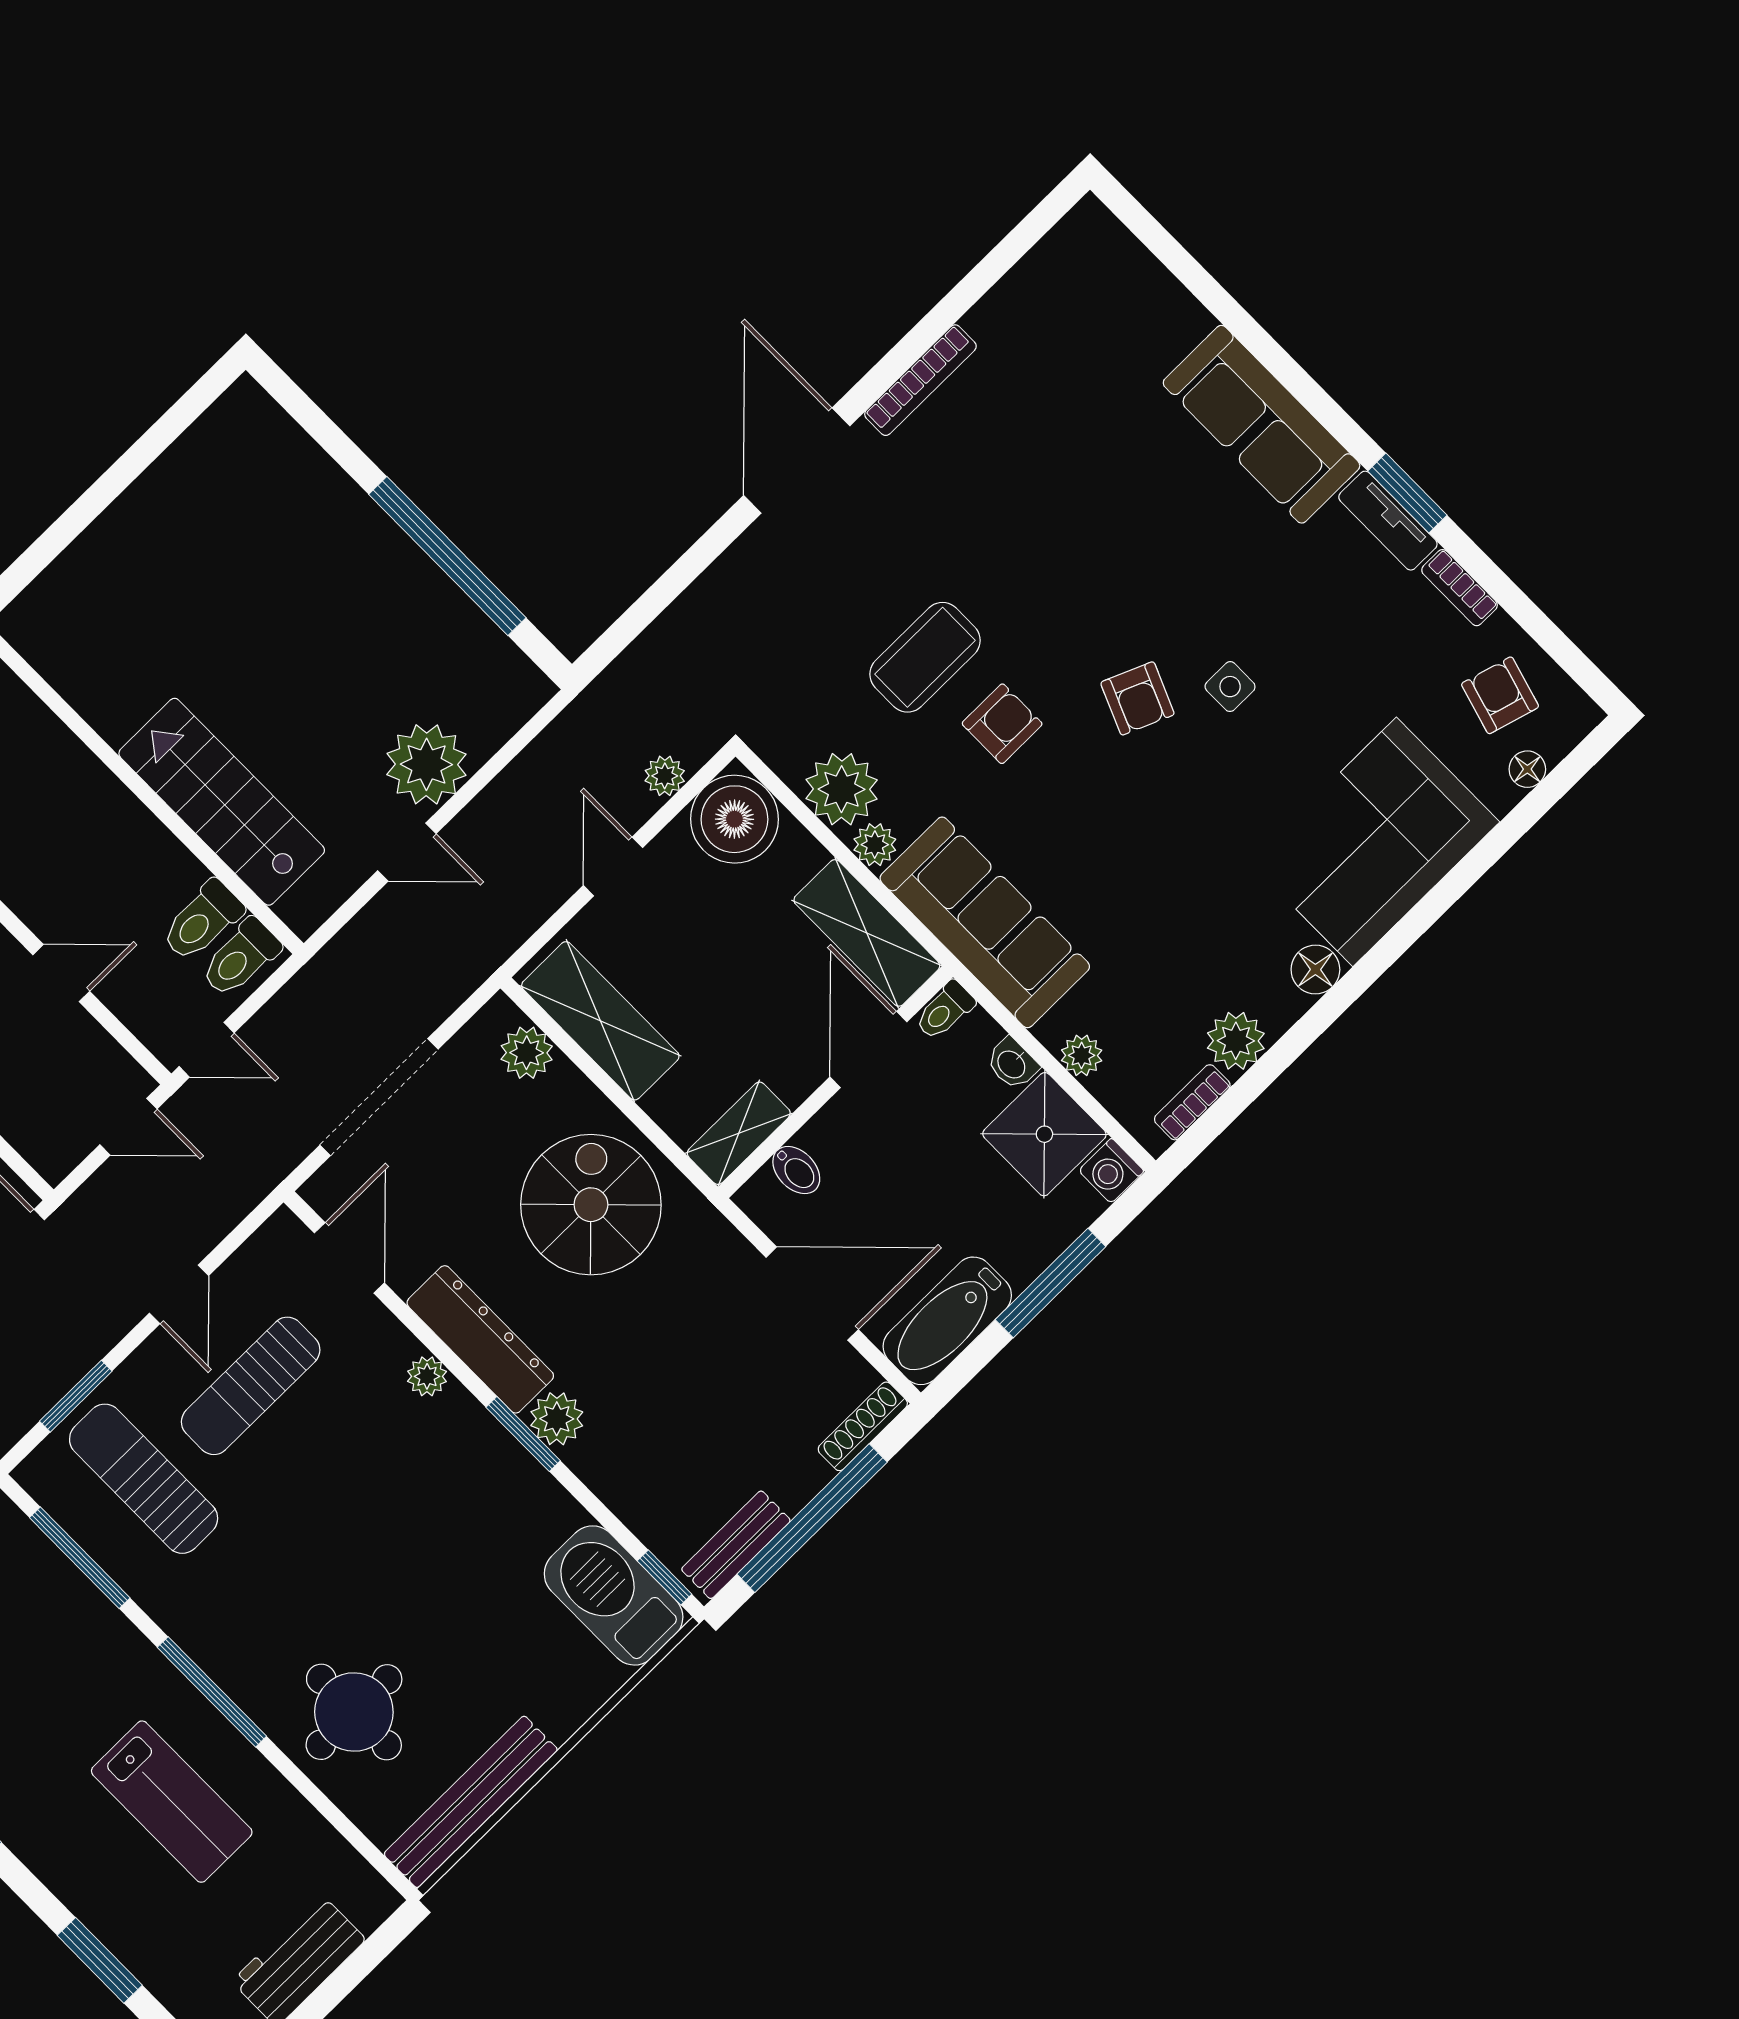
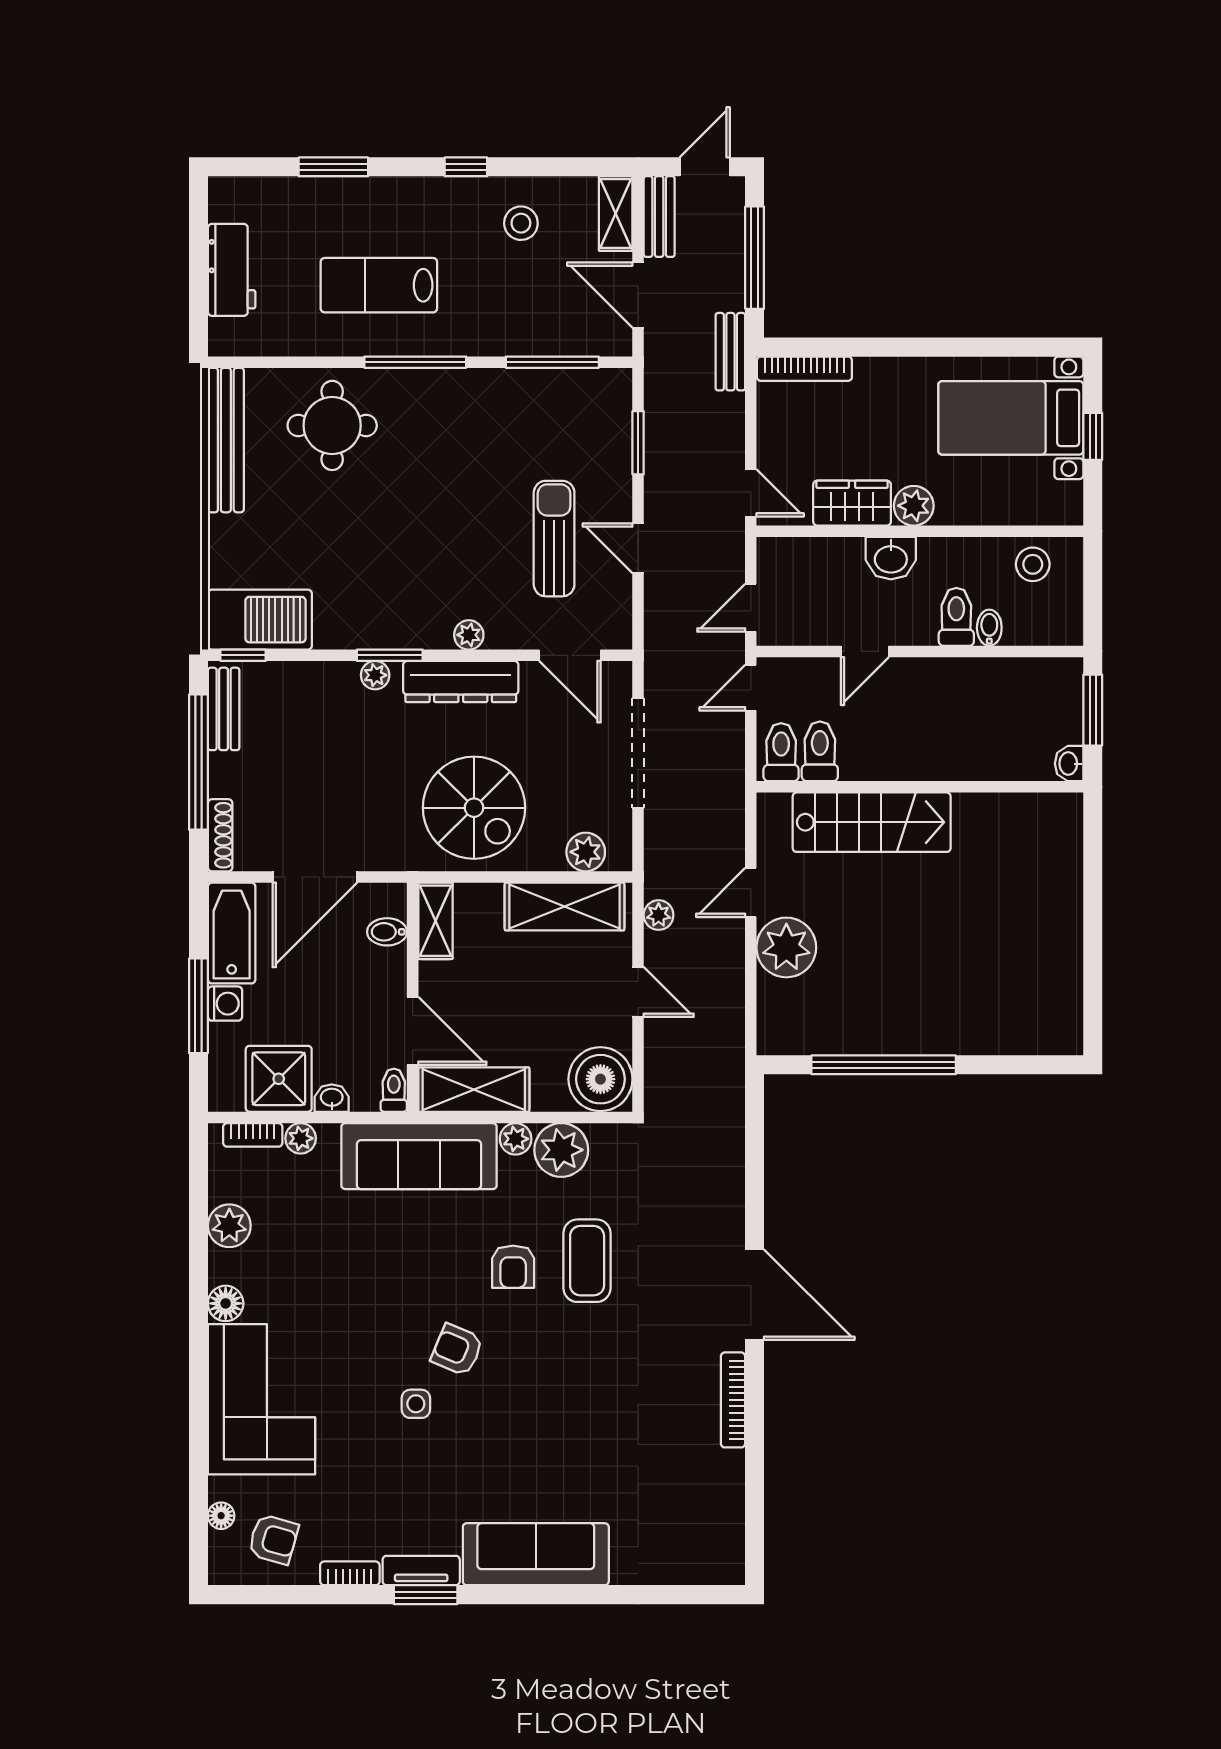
plant: (665, 776) -> (659, 915), moved
bookcase: (1192, 1102) -> (253, 1135), moved, turned 90
washing machine: (1111, 1171) -> (225, 1004), moved, turned 90
plant: (557, 1419) -> (375, 675), width x0.73, depth x0.73
sun lounger: (144, 1479) -> (561, 436), removed

